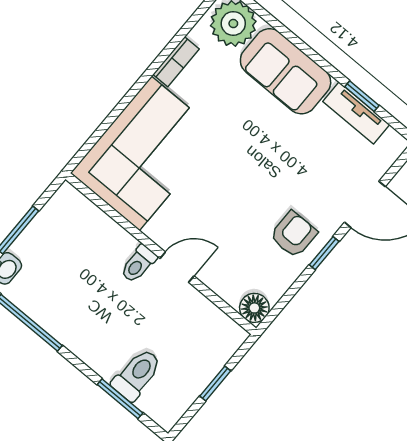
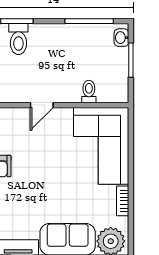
toilet: (138, 264) -> (89, 91), moved

